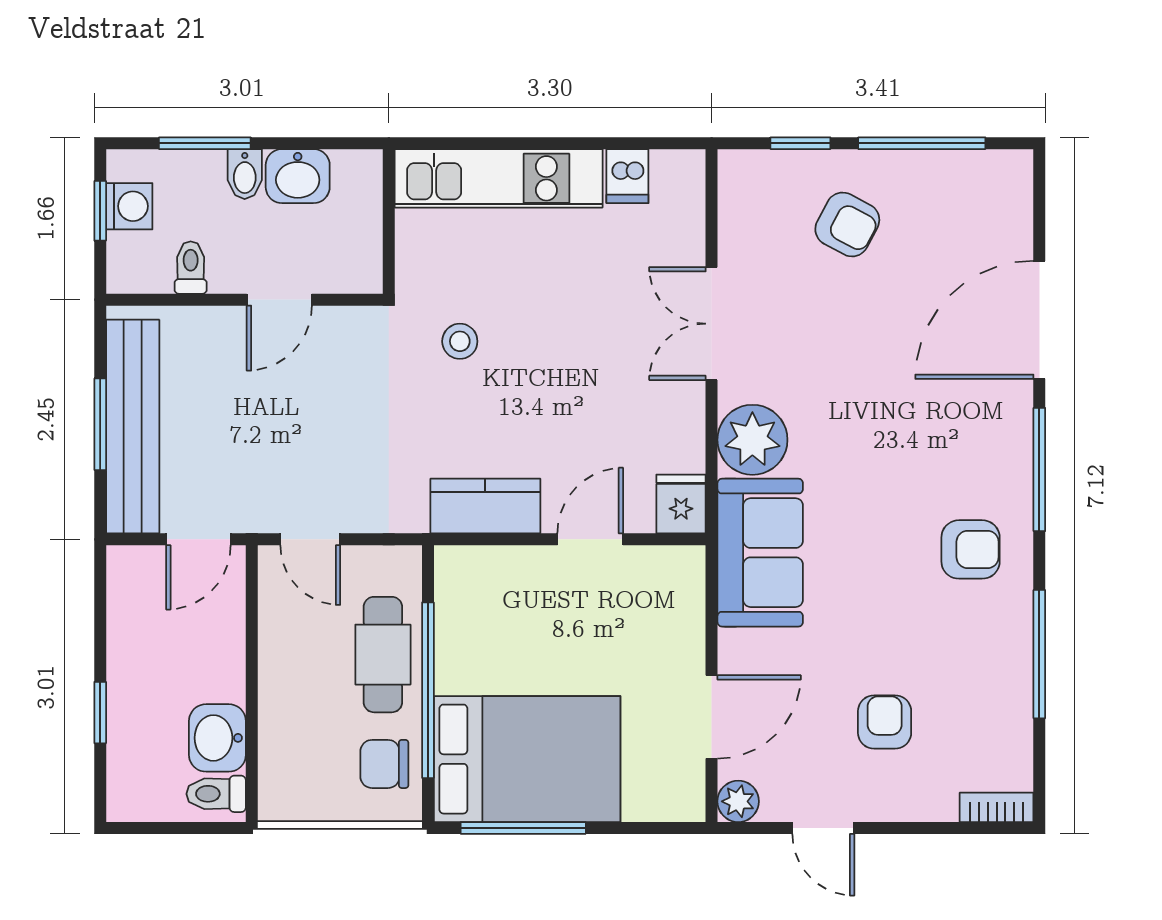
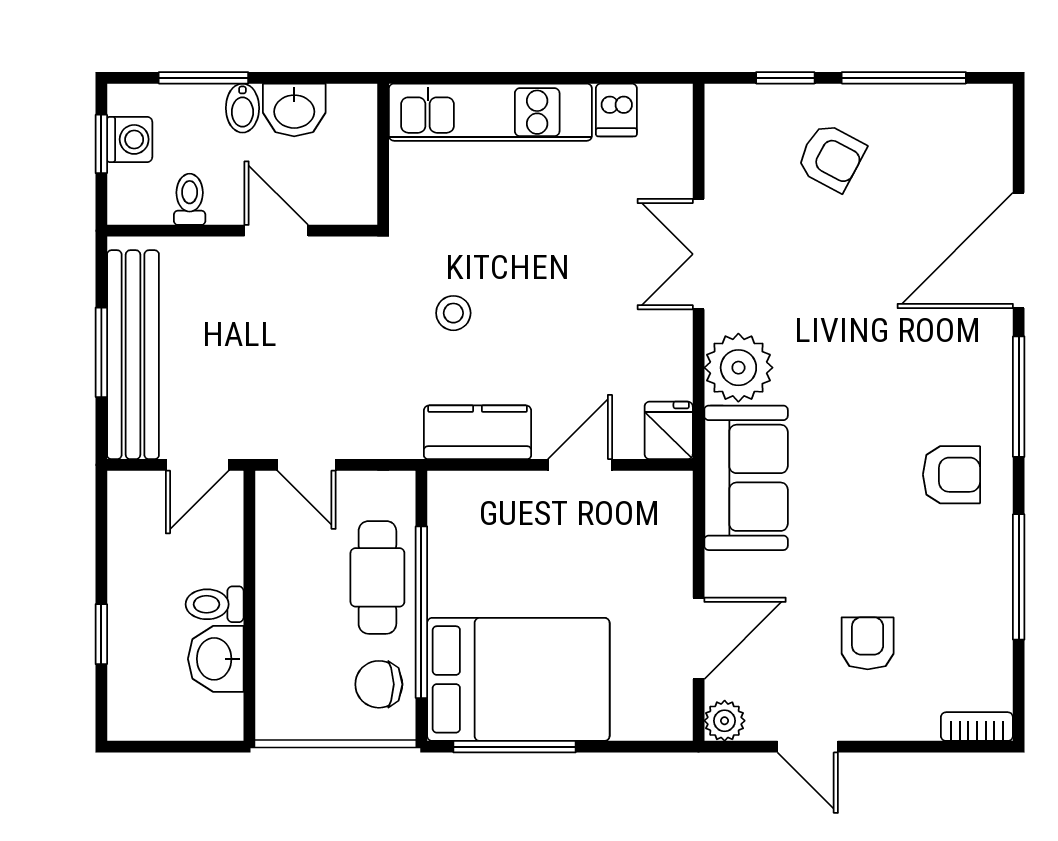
door: (279, 300) -> (276, 231), swing flipped
stool: (460, 341) -> (453, 313), moved
toilet: (216, 794) -> (215, 604), moved

